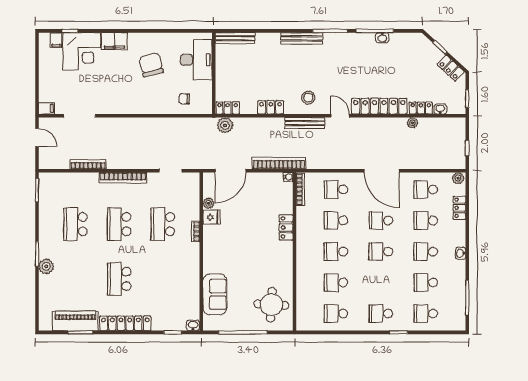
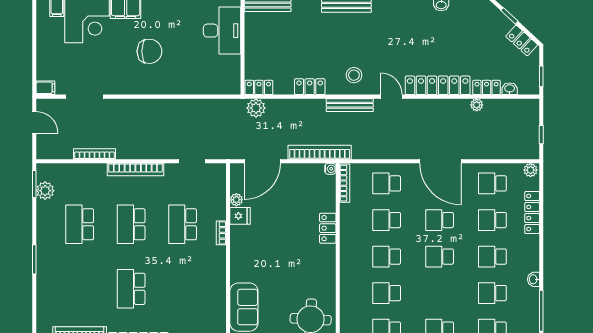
chair: (151, 65) -> (149, 51), moved, turned 104
chair: (184, 99) -> (208, 77), removed
locker: (459, 208) -> (532, 213), width x1.53
washbasin: (461, 253) -> (533, 279), moved
plant: (46, 266) -> (45, 191), moved

